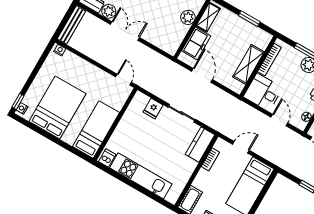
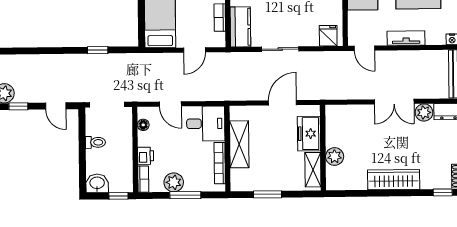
tv unit: (91, 70) -> (406, 38), added
door: (202, 75) -> (282, 103), swing flipped
fridge: (153, 108) -> (328, 36), moved

